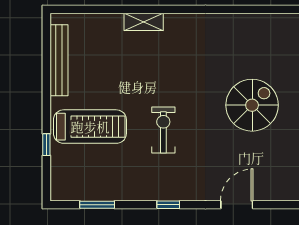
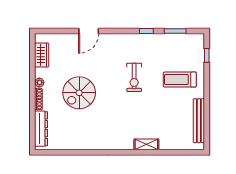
treadmill: (90, 127) -> (180, 80), width x0.73, depth x0.73
window: (46, 145) -> (207, 55), moved
window: (168, 205) -> (146, 31), moved

